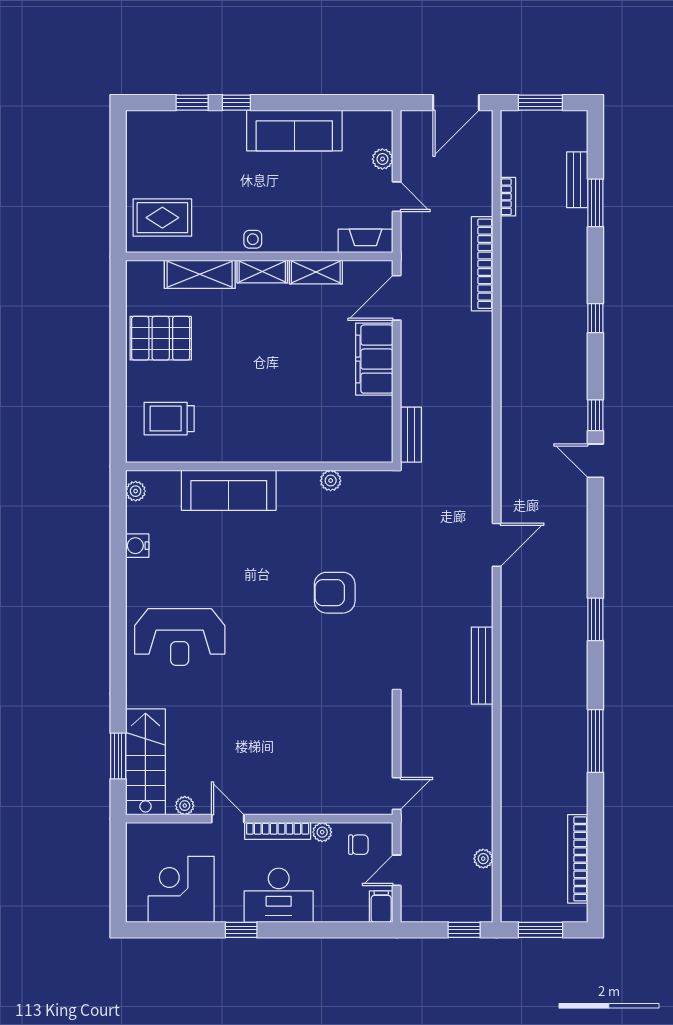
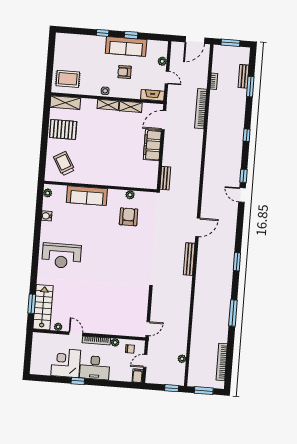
window: (192, 103) -> (131, 35), moved
armchair: (295, 191) -> (125, 72), added
shelving: (200, 274) -> (65, 103), moved
trolley: (169, 419) -> (64, 164), turned 60
armchair: (335, 593) -> (129, 217), moved, turned 90
bench: (482, 666) -> (189, 259), moved
corner desk: (181, 889) -> (66, 363), moved

